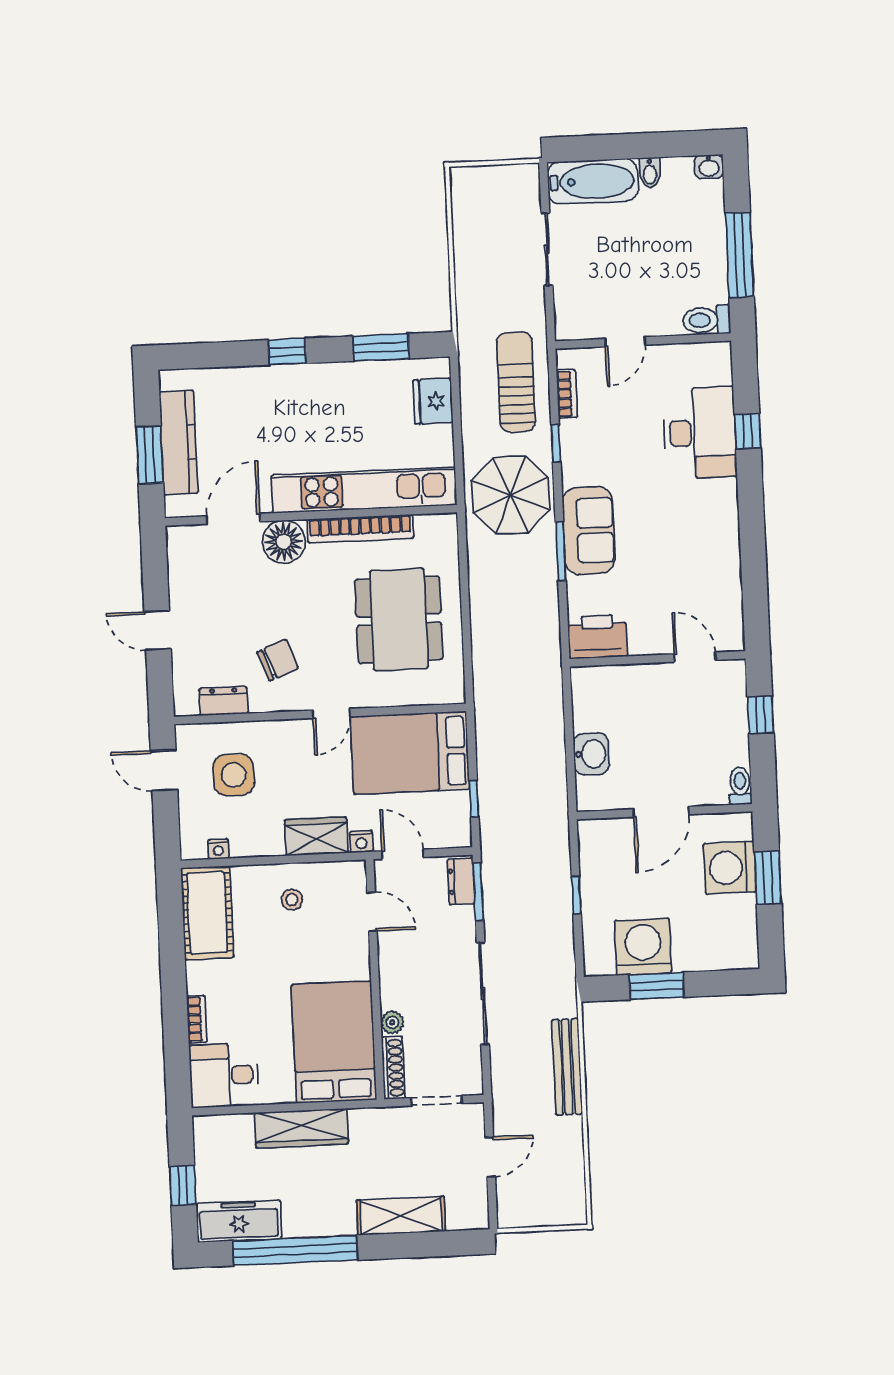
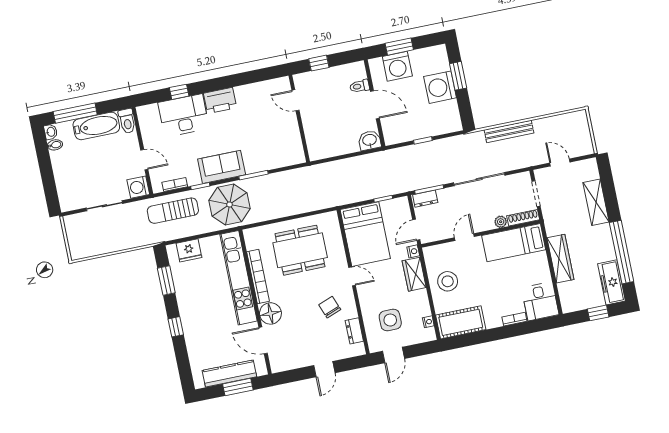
bidet: (650, 172) -> (55, 145), moved
bathtub: (593, 181) -> (96, 126), moved, turned 90
window: (740, 255) -> (75, 113), moved
washing machine: (573, 321) -> (138, 187), added
sofa: (589, 531) -> (222, 167), moved
printer: (598, 637) -> (220, 100), moved, turned -90
door: (695, 657) -> (295, 100), hinge flipped
washbasin: (591, 754) -> (370, 140), moved
toilet: (740, 786) -> (360, 86), moved
stool: (292, 900) -> (448, 281), width x1.89, depth x1.89
door: (372, 912) -> (464, 237), moved
washing machine: (643, 947) -> (440, 87), moved
window: (657, 986) -> (458, 76), moved
bed: (334, 1042) -> (514, 243), width x0.67

